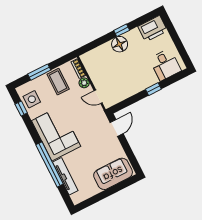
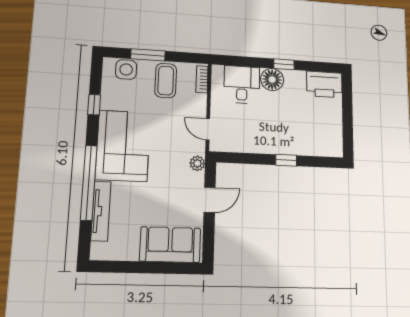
desk: (165, 65) -> (242, 85), moved, turned 180
plant: (84, 83) -> (197, 163), moved
side table: (32, 99) -> (126, 69), moved
window: (21, 108) -> (94, 105), moved
door: (117, 128) -> (210, 200), moved

